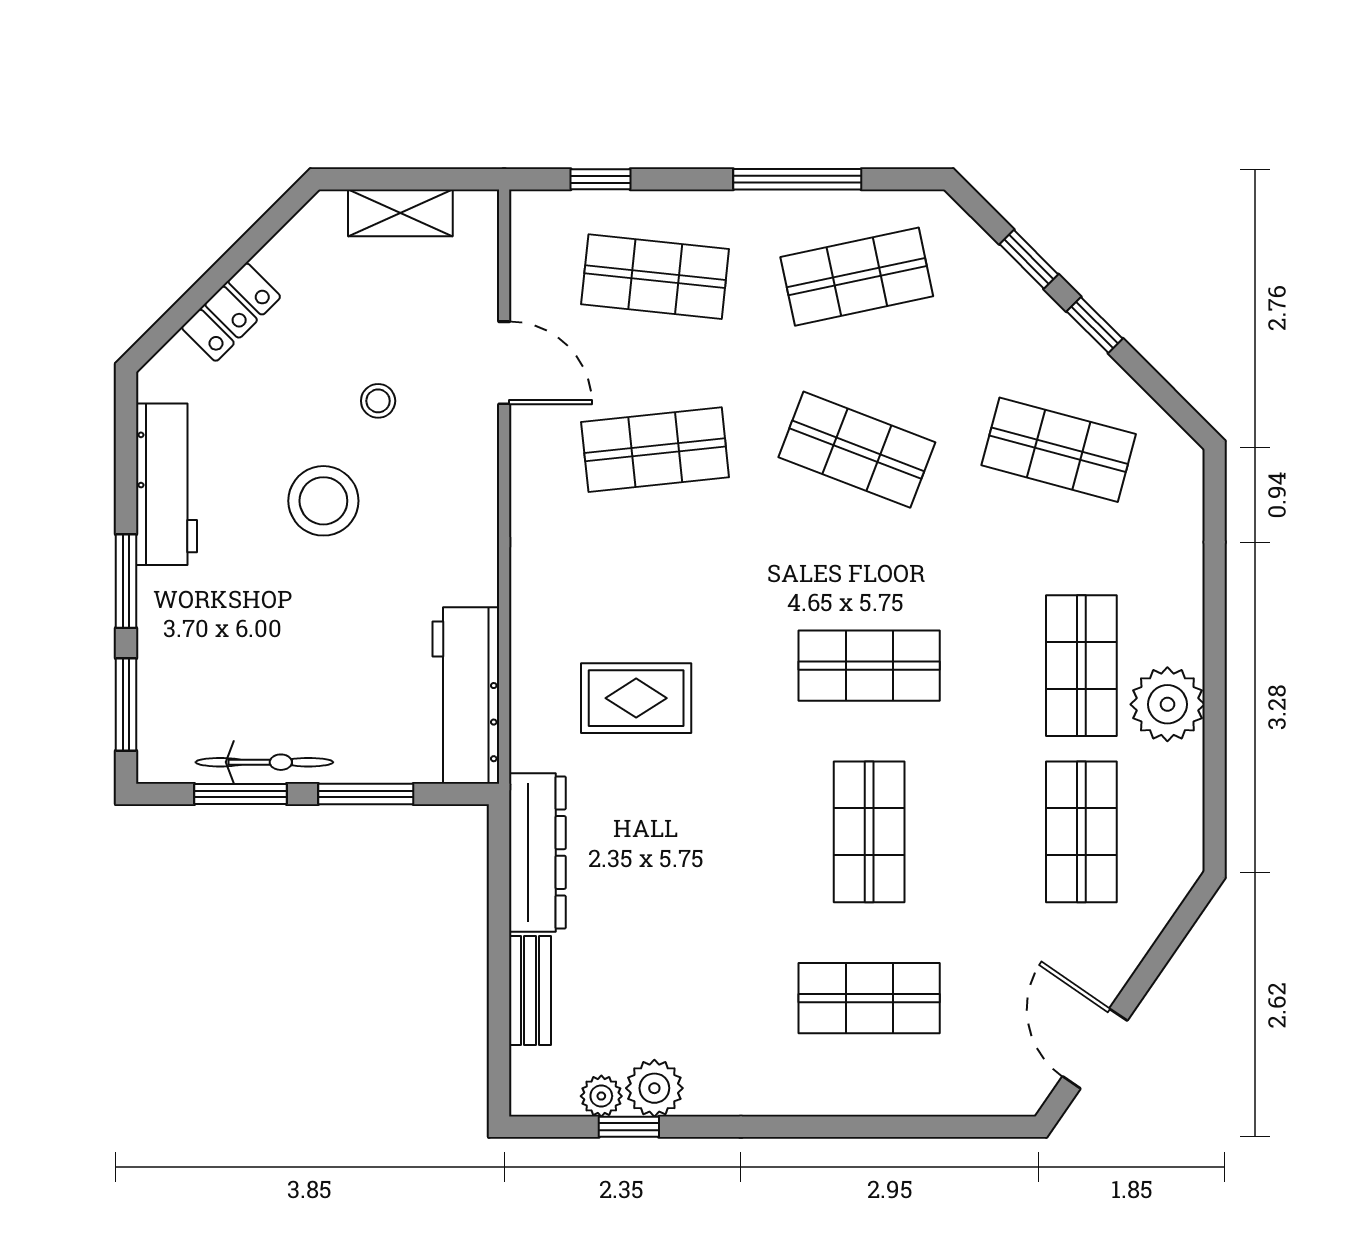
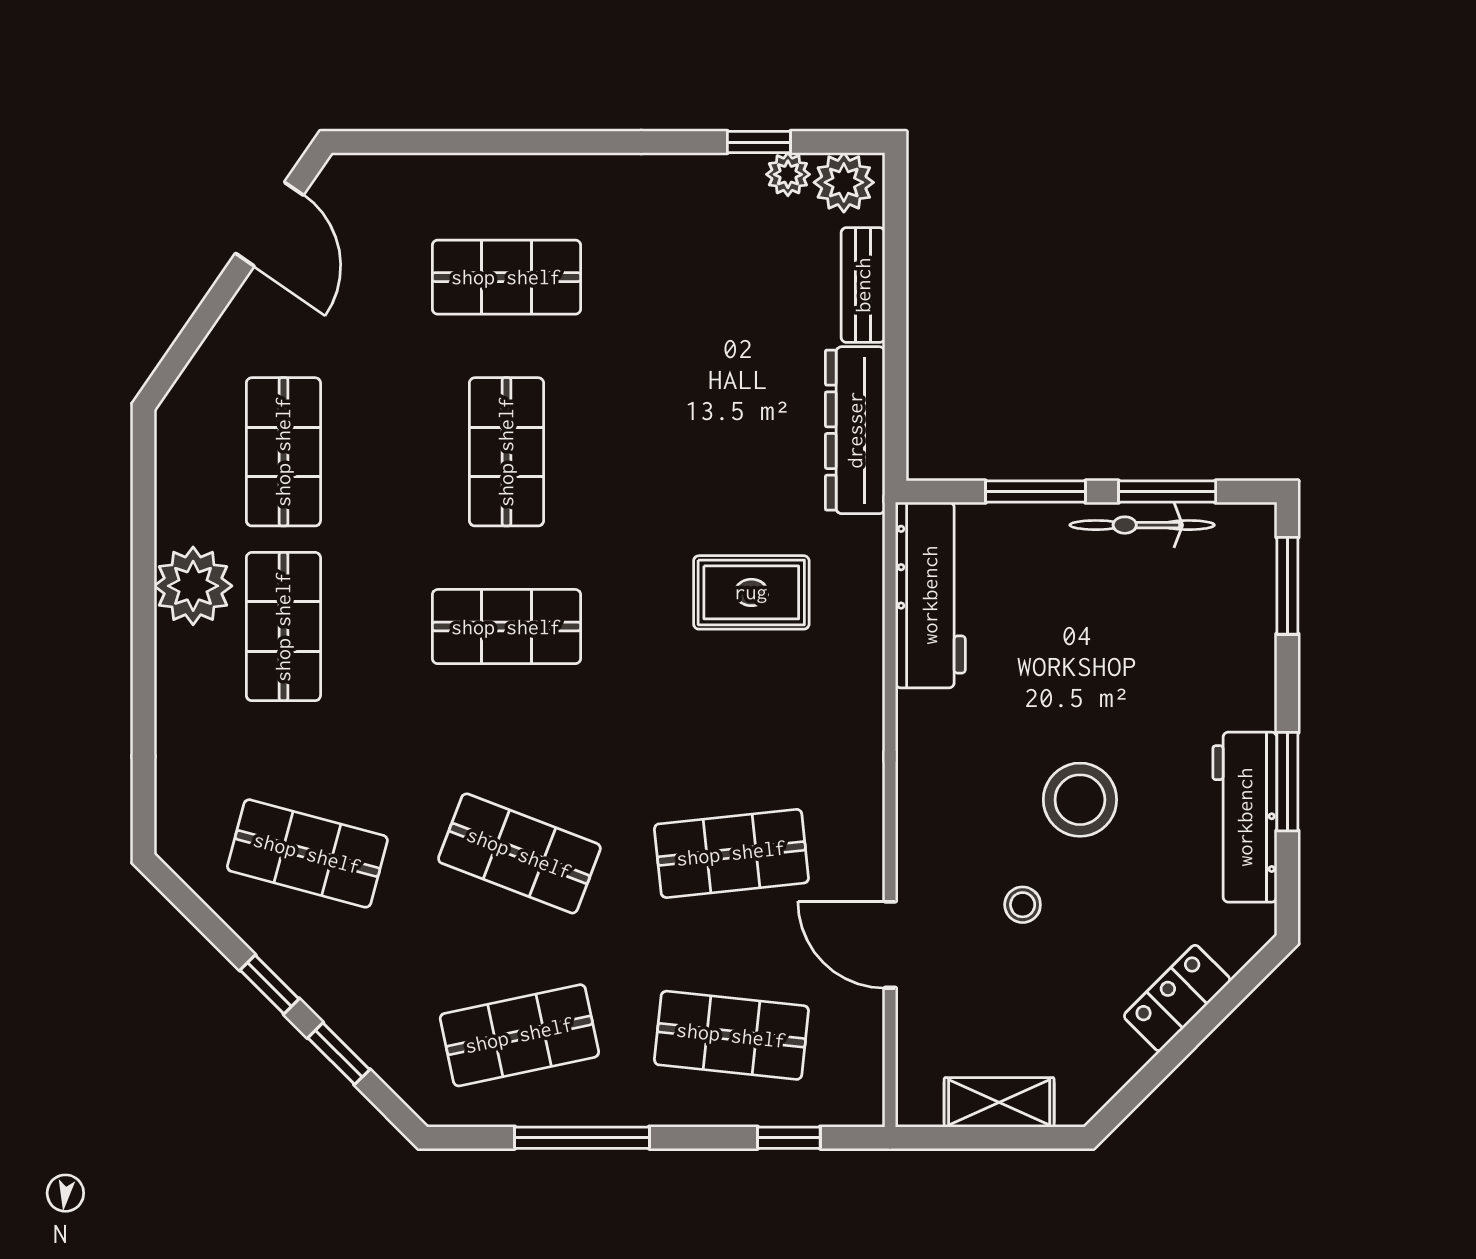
window: (126, 581) -> (1287, 782), moved
plant: (654, 1088) -> (844, 182), moved

